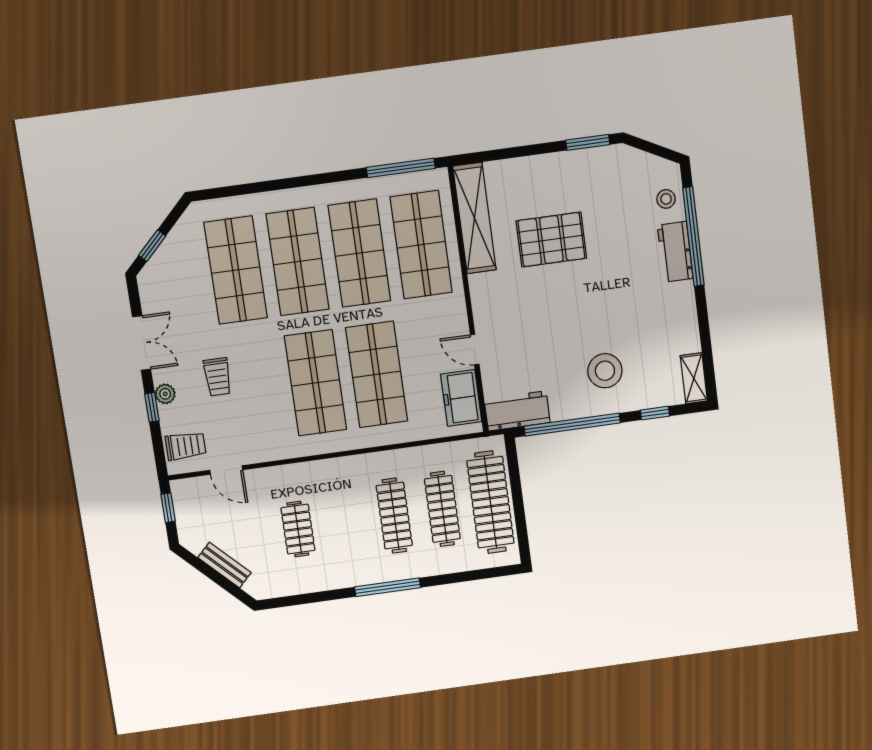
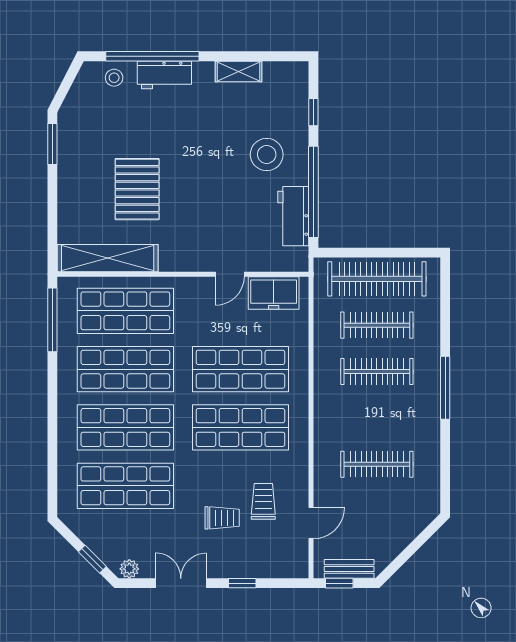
shelving: (694, 378) -> (238, 71), moved
plant: (165, 394) -> (129, 569), moved
workbench: (517, 411) -> (293, 216), moved
trolley: (186, 446) -> (263, 501), moved
clothes rail: (298, 529) -> (377, 464), width x1.36
bench: (224, 565) -> (349, 569), moved, turned 45

